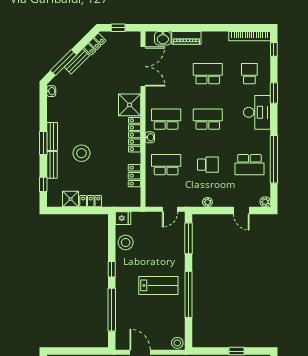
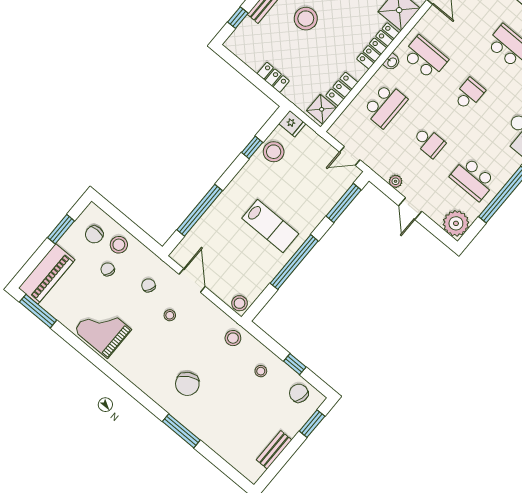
school desk: (208, 119) -> (469, 94), width x0.54
school desk: (166, 165) -> (385, 105), turned 90
shower: (71, 199) -> (322, 109), moved
plant: (265, 202) -> (456, 223), width x1.87, depth x1.87
door: (241, 210) -> (410, 209), moved
window: (112, 269) -> (252, 147), moved

